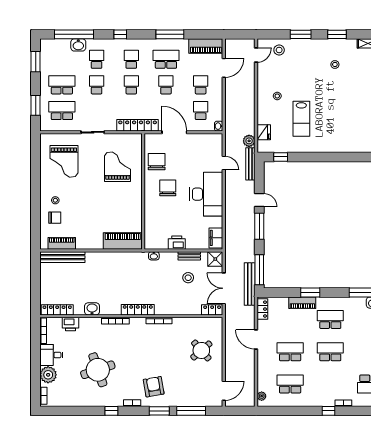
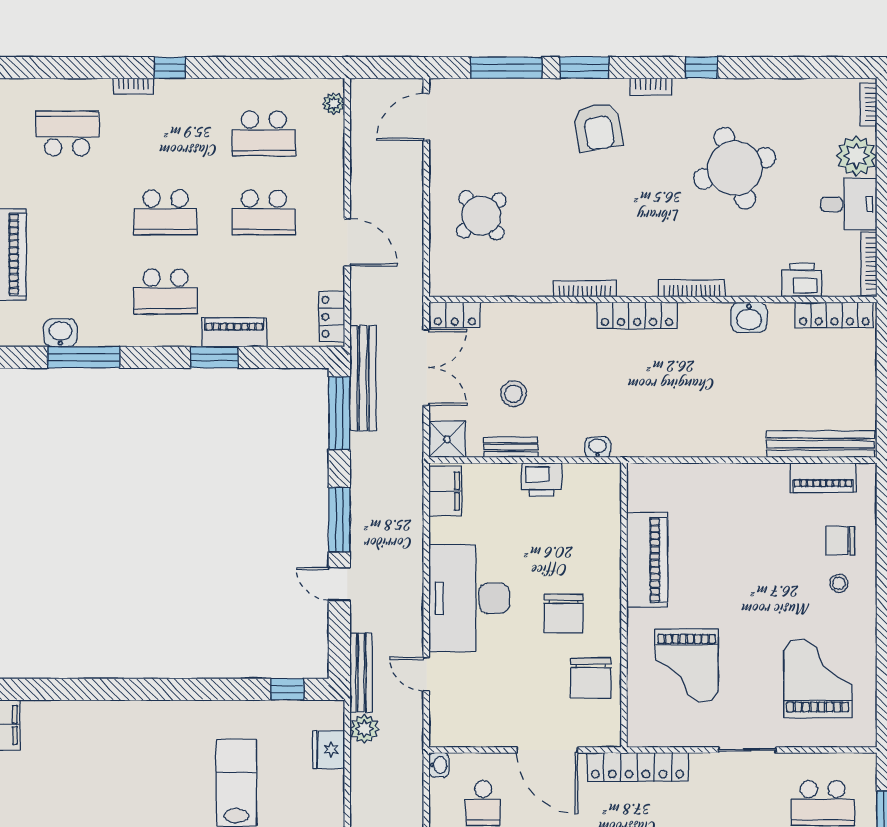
piano: (123, 241) -> (647, 560), moved, turned -90

